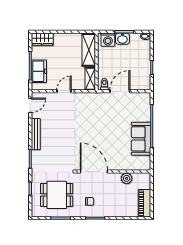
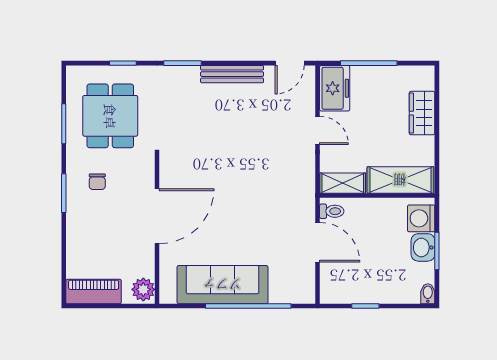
wardrobe: (42, 39) -> (422, 113), moved
freezer: (39, 71) -> (335, 88), moved, turned -90
door: (30, 105) -> (290, 63), hinge flipped
sofa: (141, 139) -> (222, 285), width x1.36
door: (94, 172) -> (157, 216), moved
plant: (127, 178) -> (143, 289), moved

